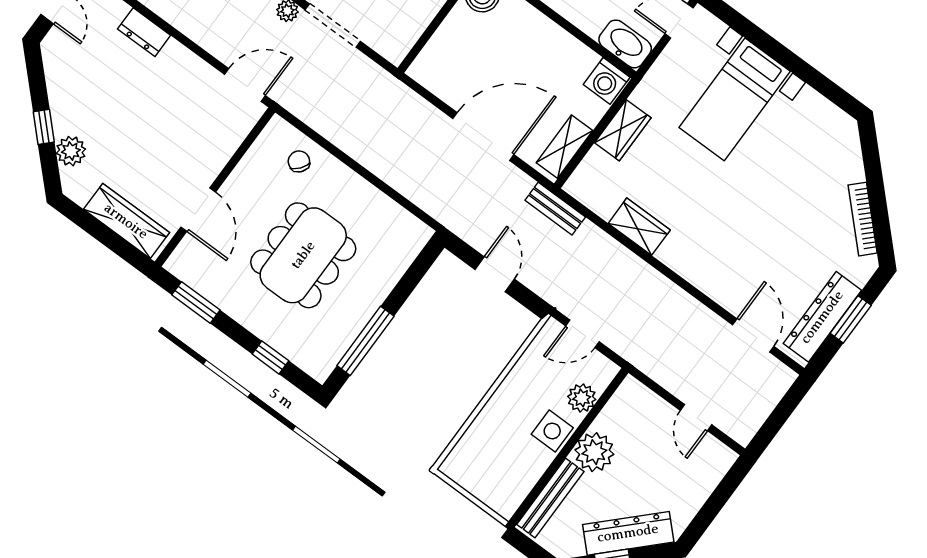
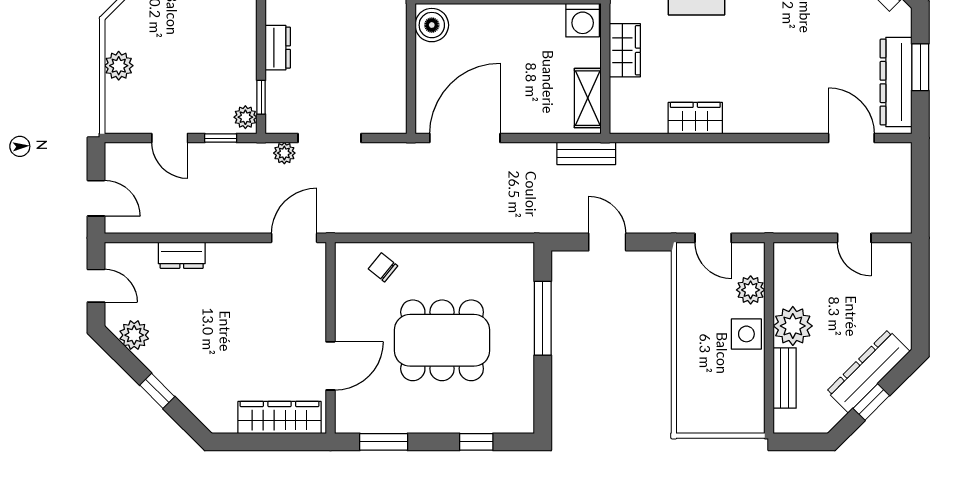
door: (483, 136) -> (465, 138), moved
plant: (71, 151) -> (134, 335), moved
bench: (555, 209) -> (586, 153), moved
door: (198, 210) -> (330, 366), hinge flipped
dining table: (303, 255) -> (442, 340), turned 90
door: (582, 334) -> (713, 238), hinge flipped
window: (365, 341) -> (543, 318), moved
bench: (550, 498) -> (785, 378), width x0.73

